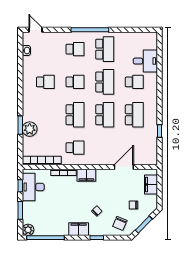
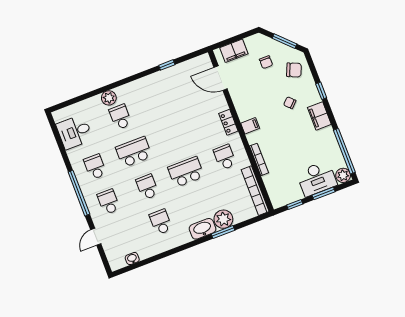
door: (36, 30) -> (96, 237), moved
school desk: (105, 49) -> (95, 167), width x0.54
desk: (145, 61) -> (75, 132), moved, turned -90
plant: (152, 79) -> (109, 98), added
washbasin: (28, 111) -> (202, 229), added
school desk: (105, 115) -> (173, 137), removed
school desk: (134, 115) -> (159, 102), removed
locker: (100, 160) -> (228, 122), added
door: (124, 167) -> (221, 78), moved
filing cabinet: (86, 175) -> (250, 126), width x0.50
desk: (33, 187) -> (317, 179), moved

